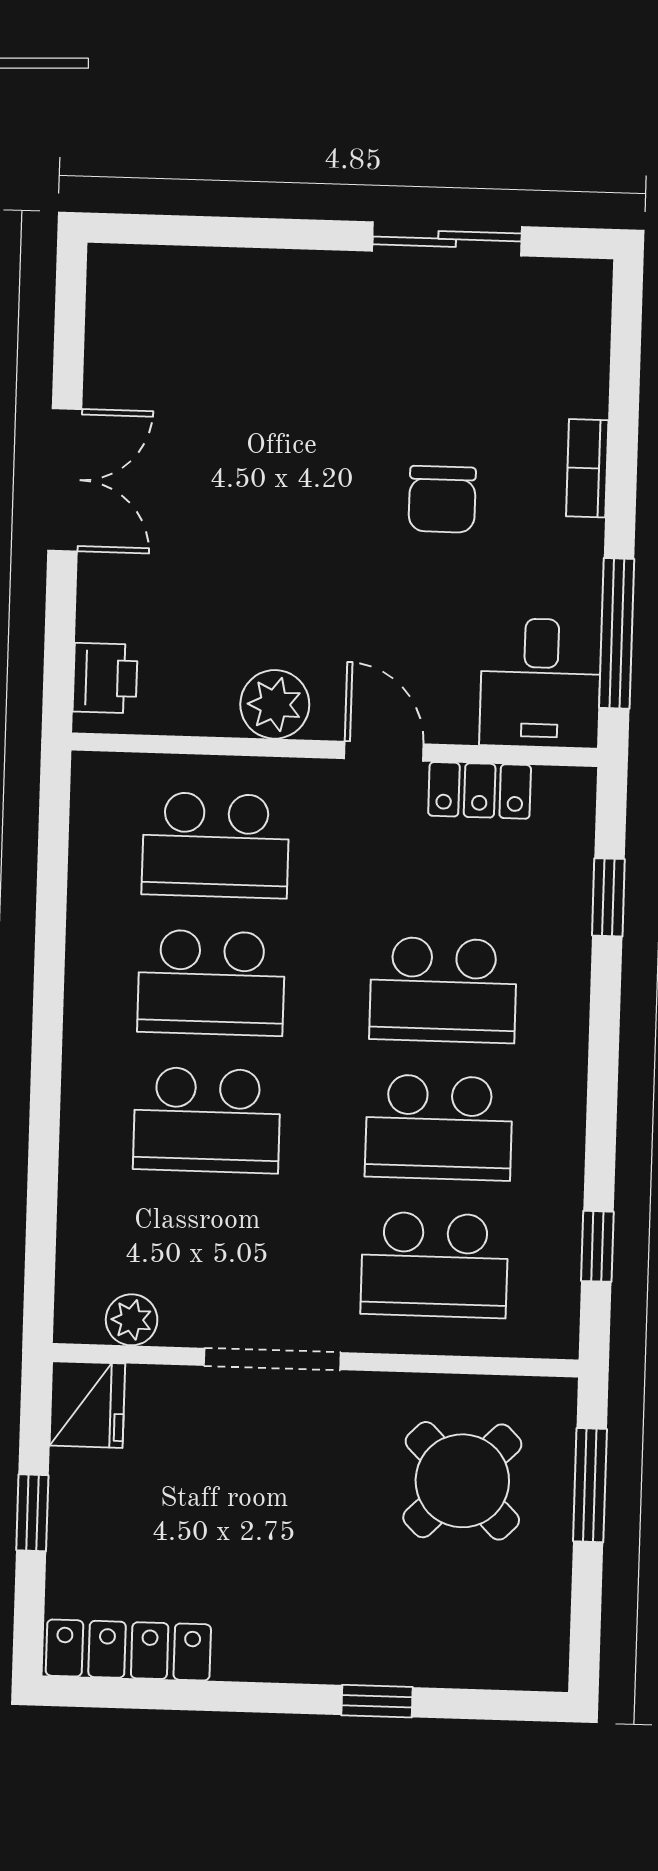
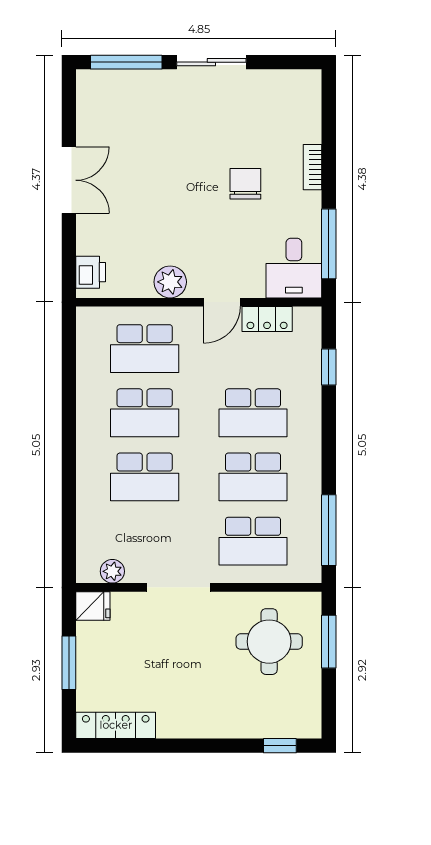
window: (195, 231) -> (126, 62), added
sliding door: (447, 239) -> (211, 62), moved
chair: (442, 499) -> (245, 184), turned 180
door: (384, 751) -> (222, 302), swing flipped
window: (597, 1246) -> (329, 530), width x2.17
fridge: (87, 1405) -> (93, 606), width x0.72
round table: (462, 1481) -> (269, 642), turned 45
window: (32, 1513) -> (69, 663), width x1.50
window: (377, 1701) -> (280, 746), moved

